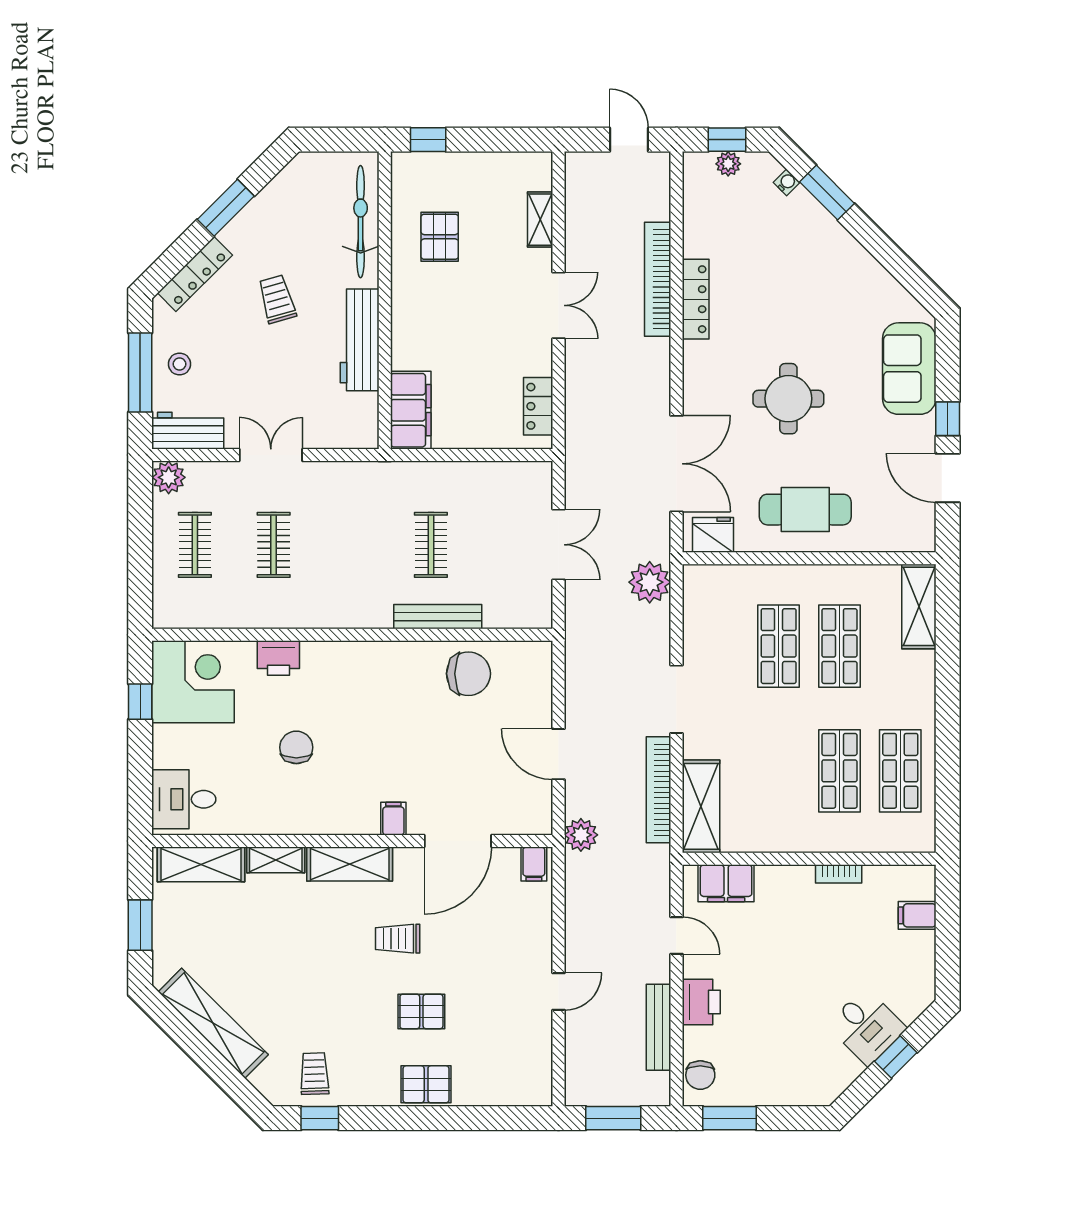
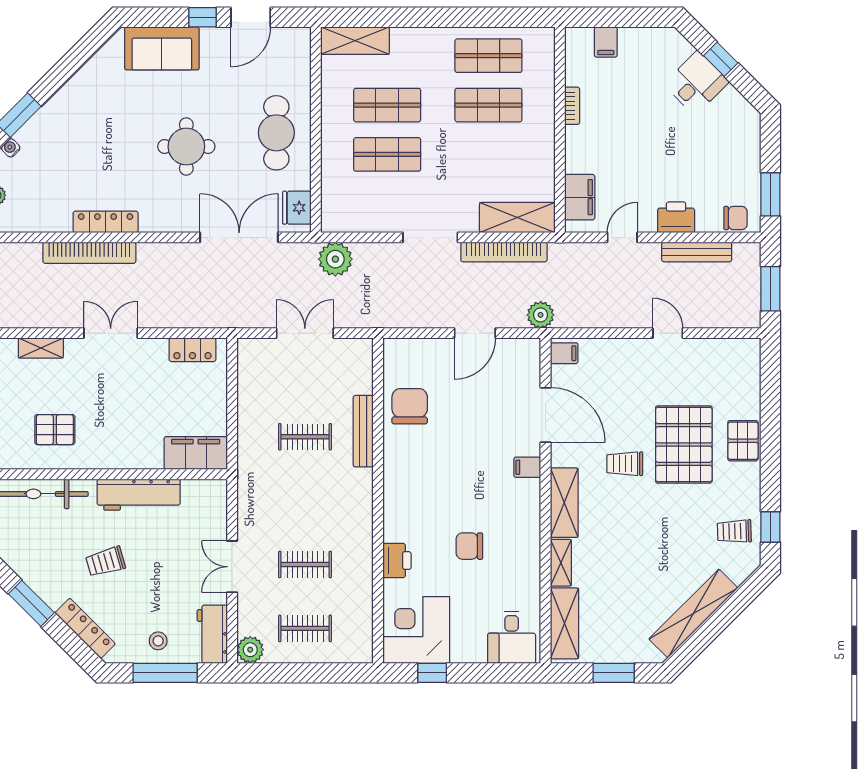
trolley: (398, 939) -> (625, 464), turned 90
pallet: (421, 1011) -> (684, 444), width x2.05, depth x2.00

